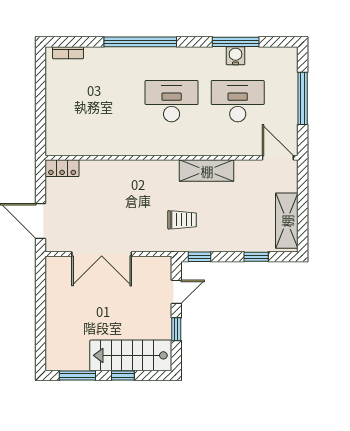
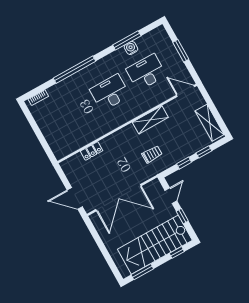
window: (303, 98) -> (181, 51), width x0.69
locker: (62, 168) -> (92, 151), moved
double door: (102, 254) -> (118, 198), width x1.36
window: (200, 257) -> (184, 163), moved
stairs: (131, 355) -> (155, 245), width x1.36, depth x1.51
window: (123, 375) -> (177, 252), moved

